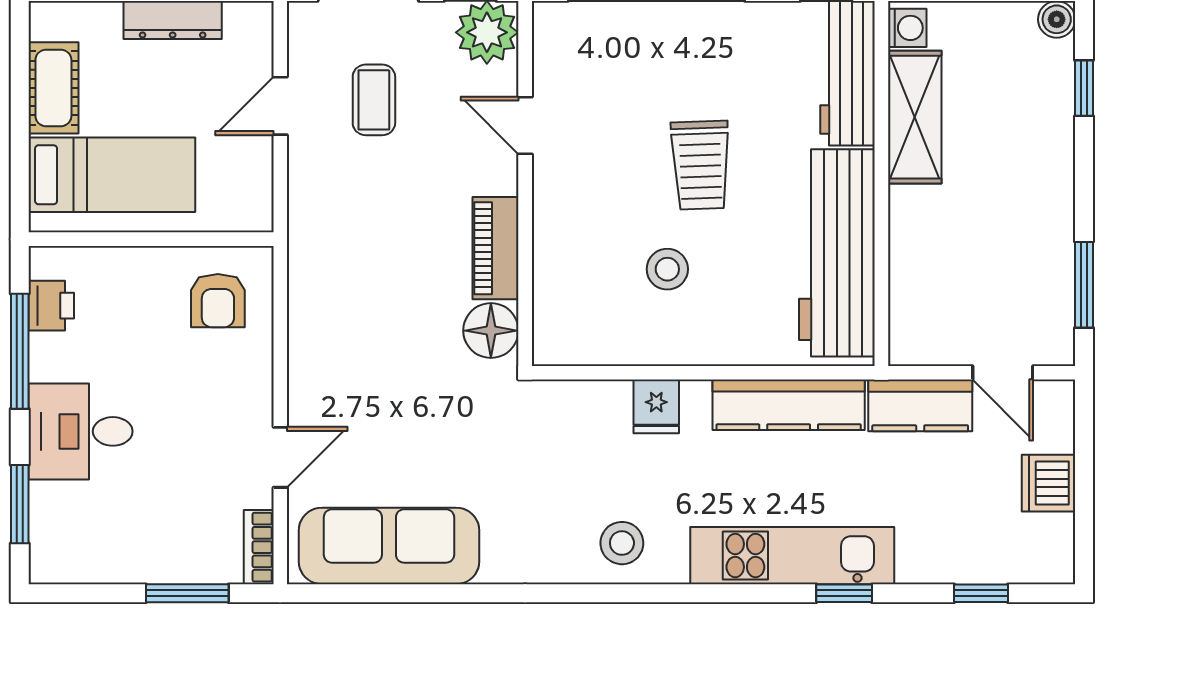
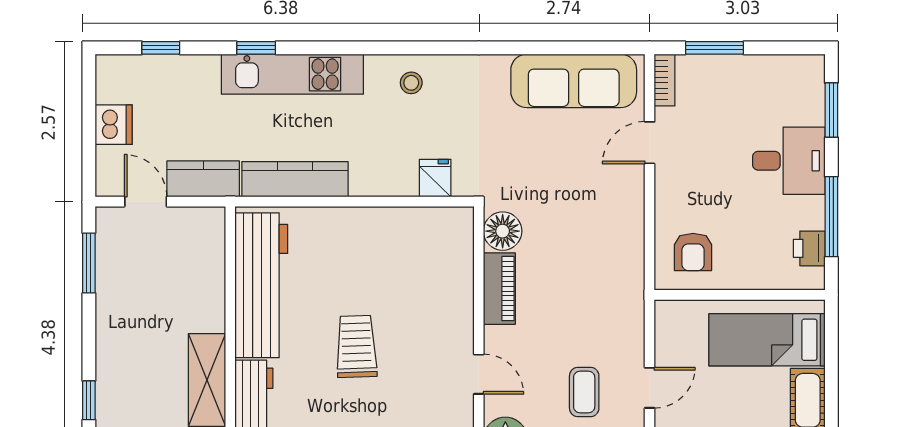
stool: (667, 269) -> (380, 274), removed
armchair: (218, 301) -> (693, 252), turned 180
fridge: (656, 406) -> (435, 178), moved
stool: (622, 543) -> (411, 83), width x0.73, depth x0.73

